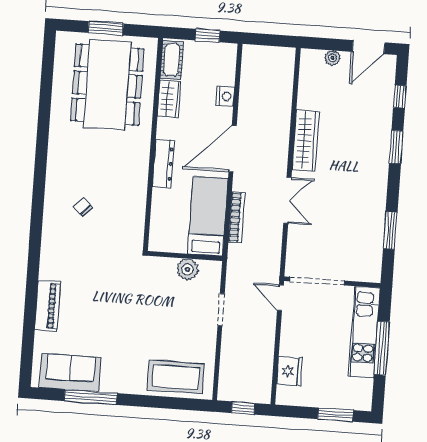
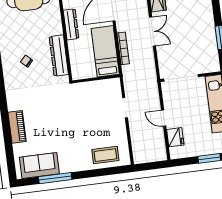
dresser: (135, 208) -> (59, 55), added
plant: (187, 269) -> (99, 87), removed
door: (280, 298) -> (164, 118), moved
coffee table: (176, 377) -> (105, 155), width x0.73, depth x0.76
window: (243, 408) -> (151, 166), removed

